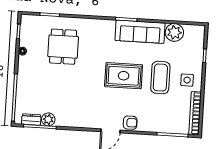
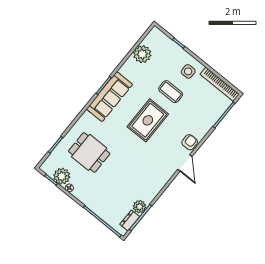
sofa: (140, 32) -> (109, 97), moved
plant: (28, 38) -> (62, 176), added
coffee table: (160, 78) -> (171, 92), width x0.73, depth x0.76

